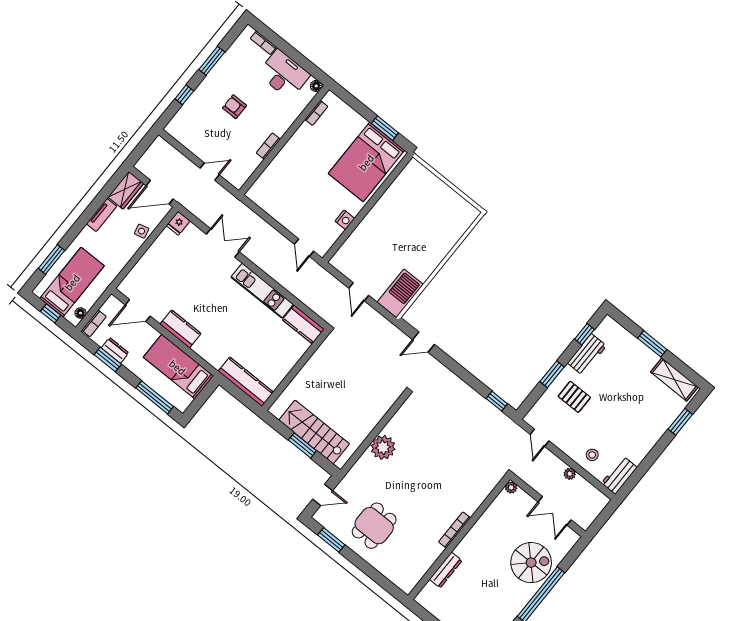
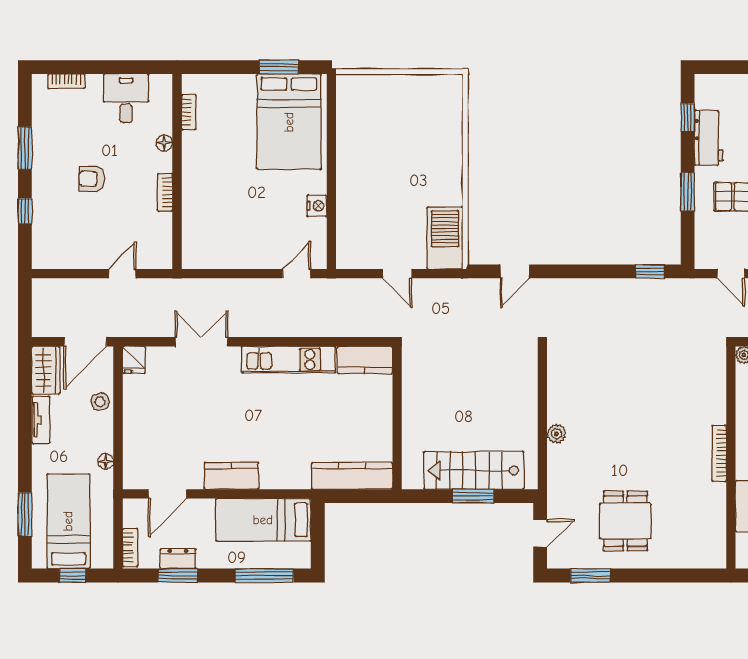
desk: (284, 74) -> (126, 98), width x0.73
floor lamp: (316, 86) -> (164, 143), moved
door: (304, 248) -> (297, 274), swing flipped
floor lamp: (80, 313) -> (106, 461), moved
plant: (383, 447) -> (556, 434), width x0.53, depth x0.53

